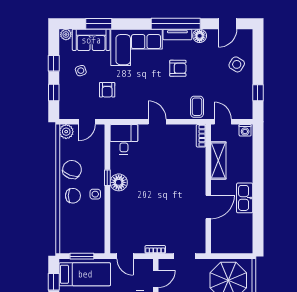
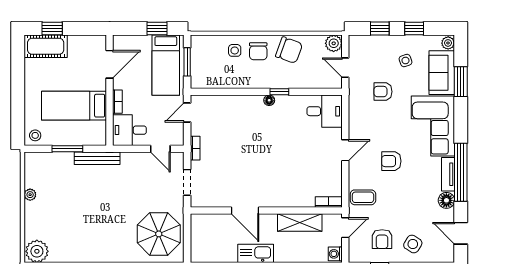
armchair: (178, 68) -> (391, 161), moved, turned 90
armchair: (233, 91) -> (382, 239), added
floor lamp: (119, 182) -> (269, 100), width x0.53, depth x0.53
side table: (95, 194) -> (235, 50), moved

